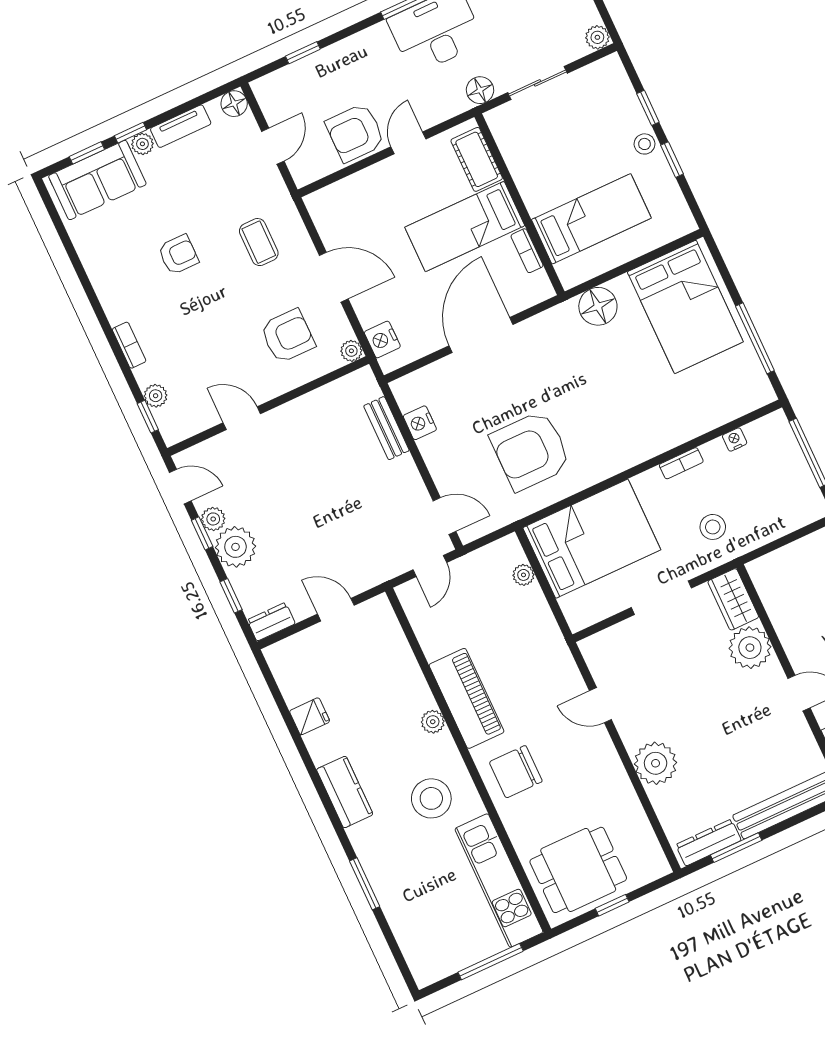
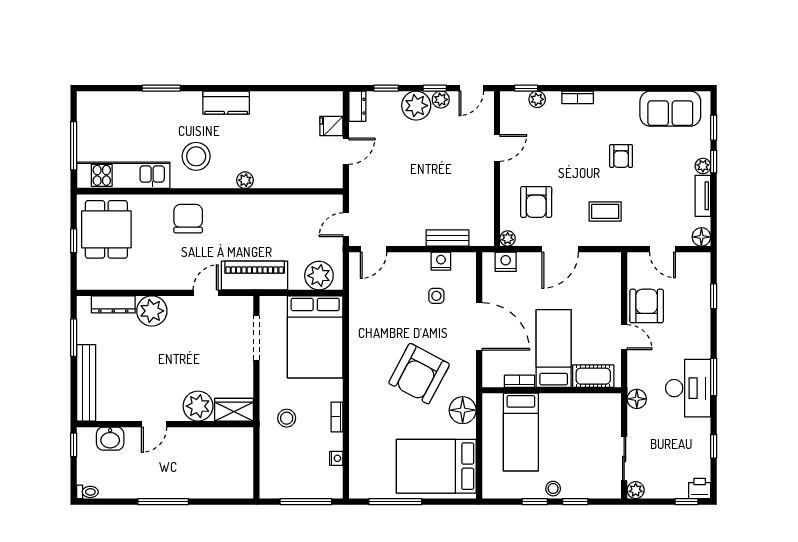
sliding door: (537, 83) -> (624, 459), moved
sofa: (97, 180) -> (670, 109), moved, turned -90
side table: (467, 408) -> (436, 296), added
armchair: (531, 451) -> (419, 374), moved, turned -152
door: (430, 566) -> (346, 225), hinge flipped
plant: (523, 575) -> (319, 276), width x1.88, depth x1.88
doorway: (661, 598) -> (256, 338), moved
piano: (467, 698) -> (255, 275), moved, turned 180
fridge: (310, 716) -> (331, 126), moved, turned 90
dresser: (708, 843) -> (113, 304), moved, turned 90

